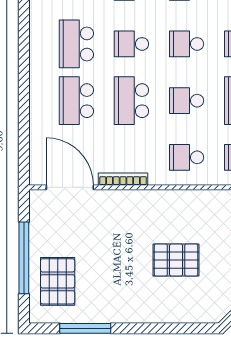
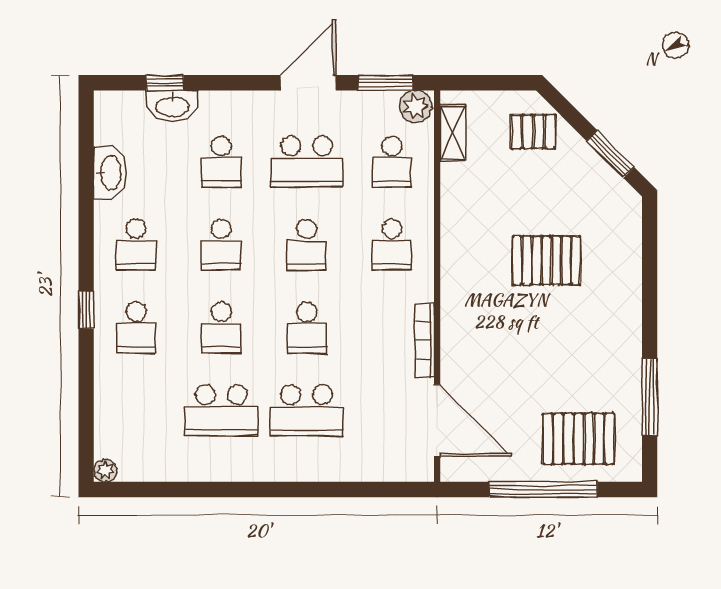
school desk: (131, 101) -> (307, 328), width x0.54
door: (70, 187) -> (437, 420), swing flipped
pallet: (176, 260) -> (546, 260), turned 90

